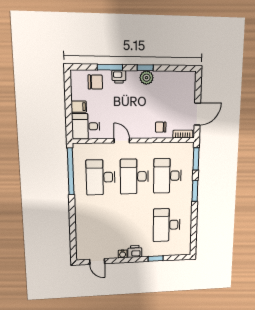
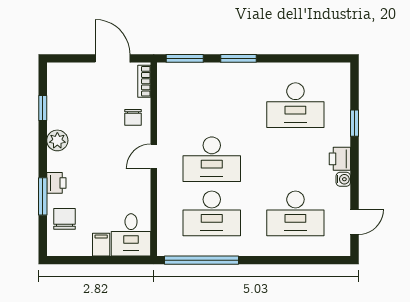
window: (145, 68) -> (43, 108), moved
door: (122, 141) -> (154, 156), moved
desk: (167, 176) -> (295, 213), moved

